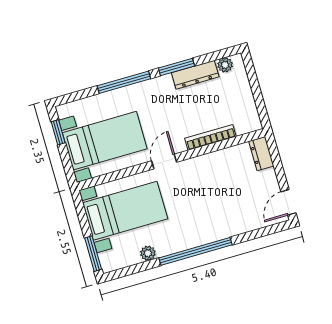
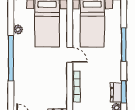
window: (176, 67) -> (124, 92), moved
dresser: (195, 75) -> (116, 92), width x0.70

